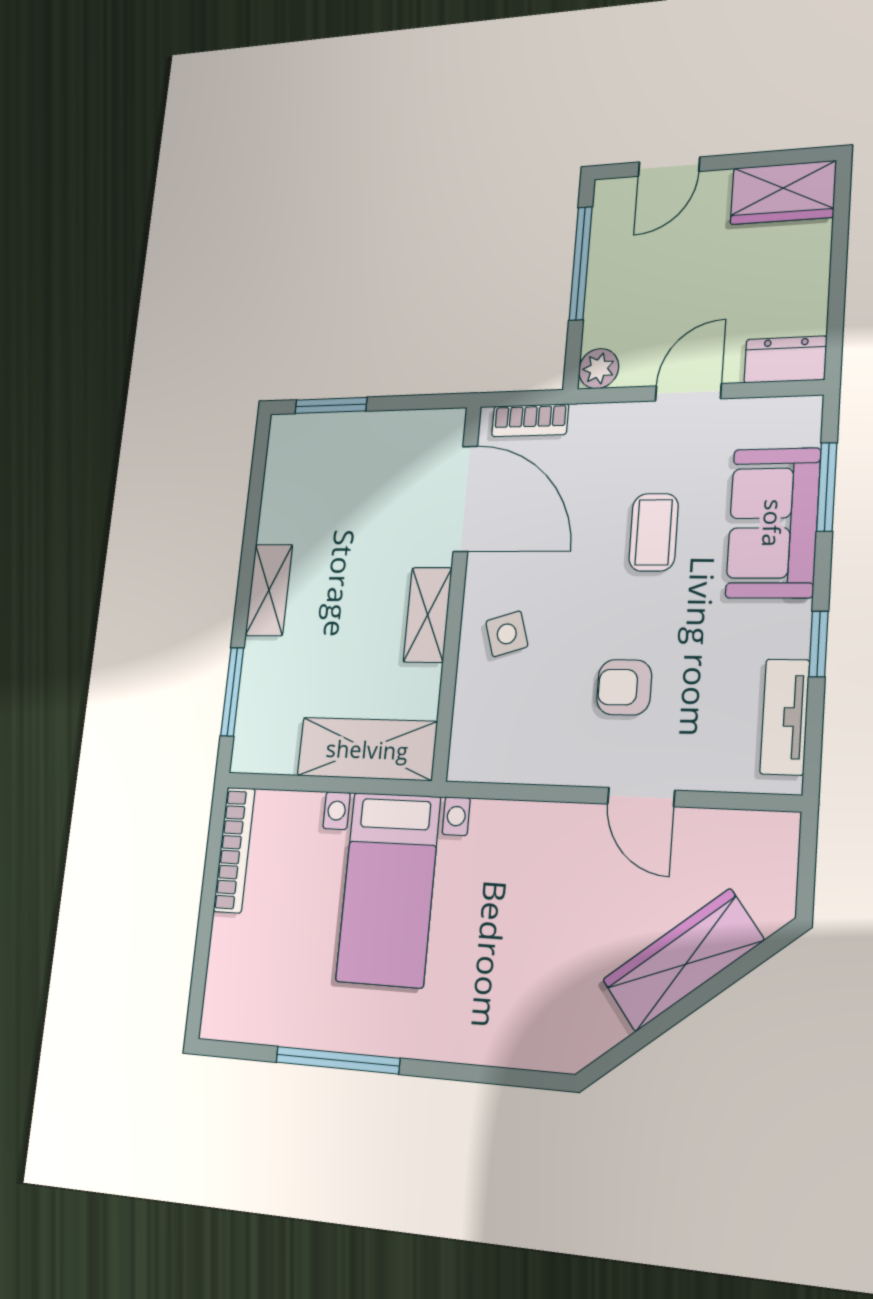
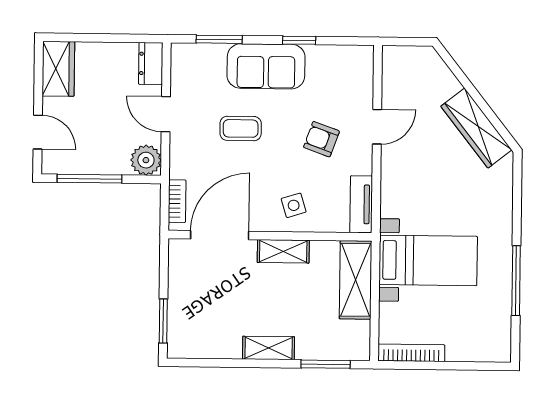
plant: (599, 369) -> (146, 160), width x1.38, depth x1.38
sofa: (773, 523) -> (266, 66), moved
armchair: (624, 687) -> (321, 139), turned 110
tv unit: (785, 717) -> (361, 204), moved, turned 90
wardrobe: (683, 960) -> (476, 128), moved

